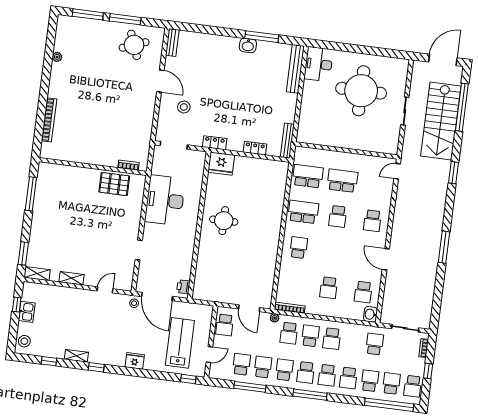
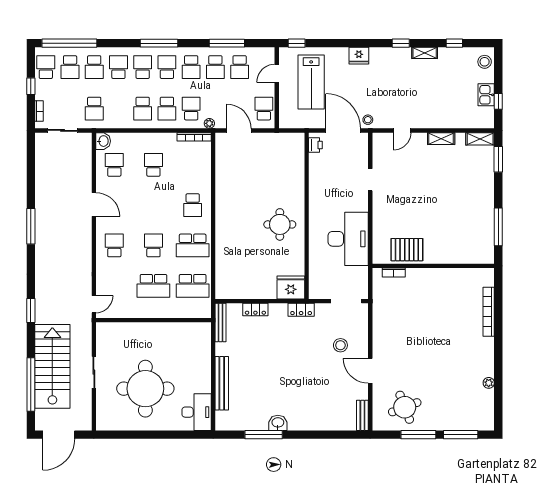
bench: (295, 69) -> (222, 383), moved
school desk: (332, 339) -> (143, 109), turned 180

